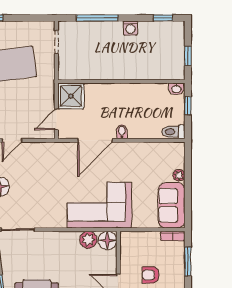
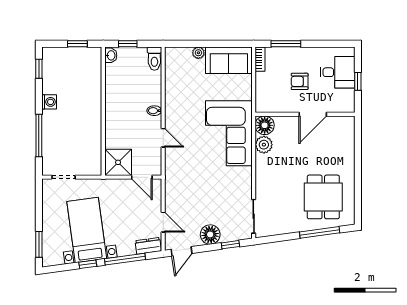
door: (95, 140) -> (163, 138), width x0.53
armchair: (151, 275) -> (300, 81), turned 90

